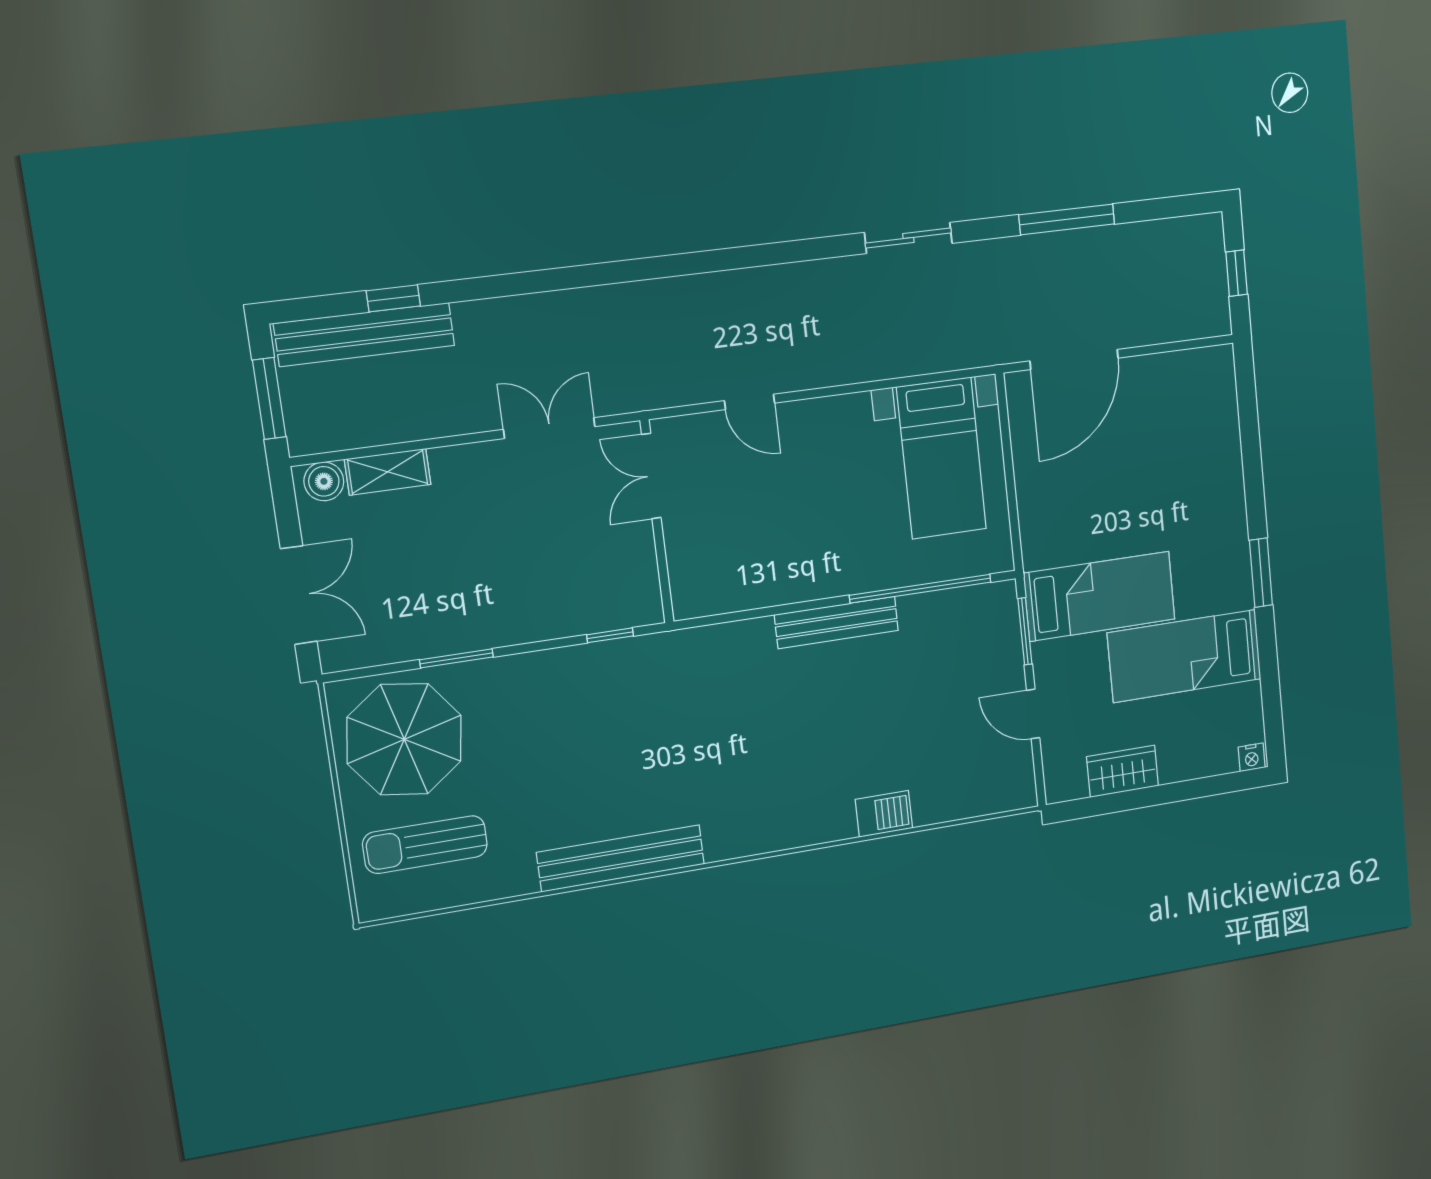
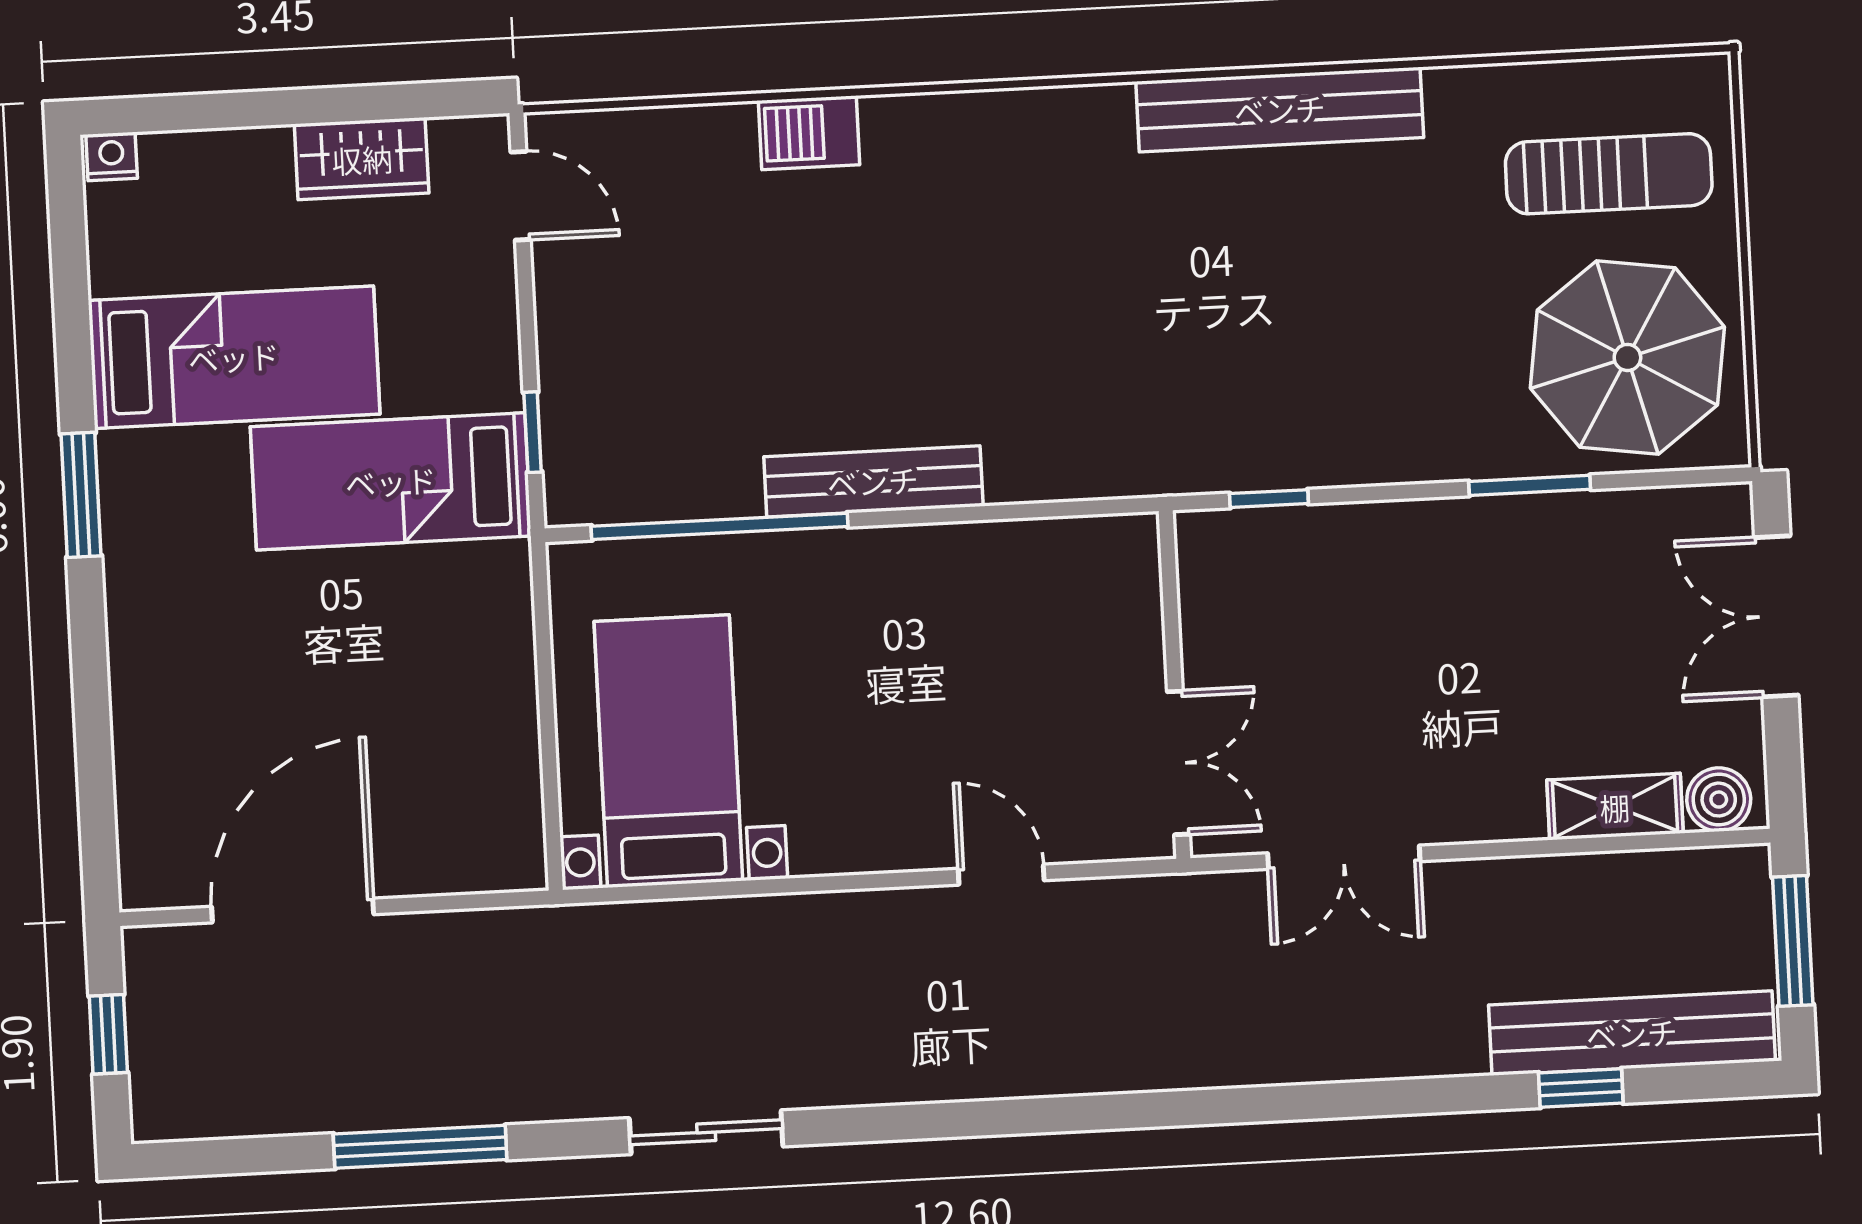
door: (1074, 359) -> (293, 910), moved
window: (1025, 631) -> (533, 432), width x0.67
door: (1033, 714) -> (521, 196), moved

